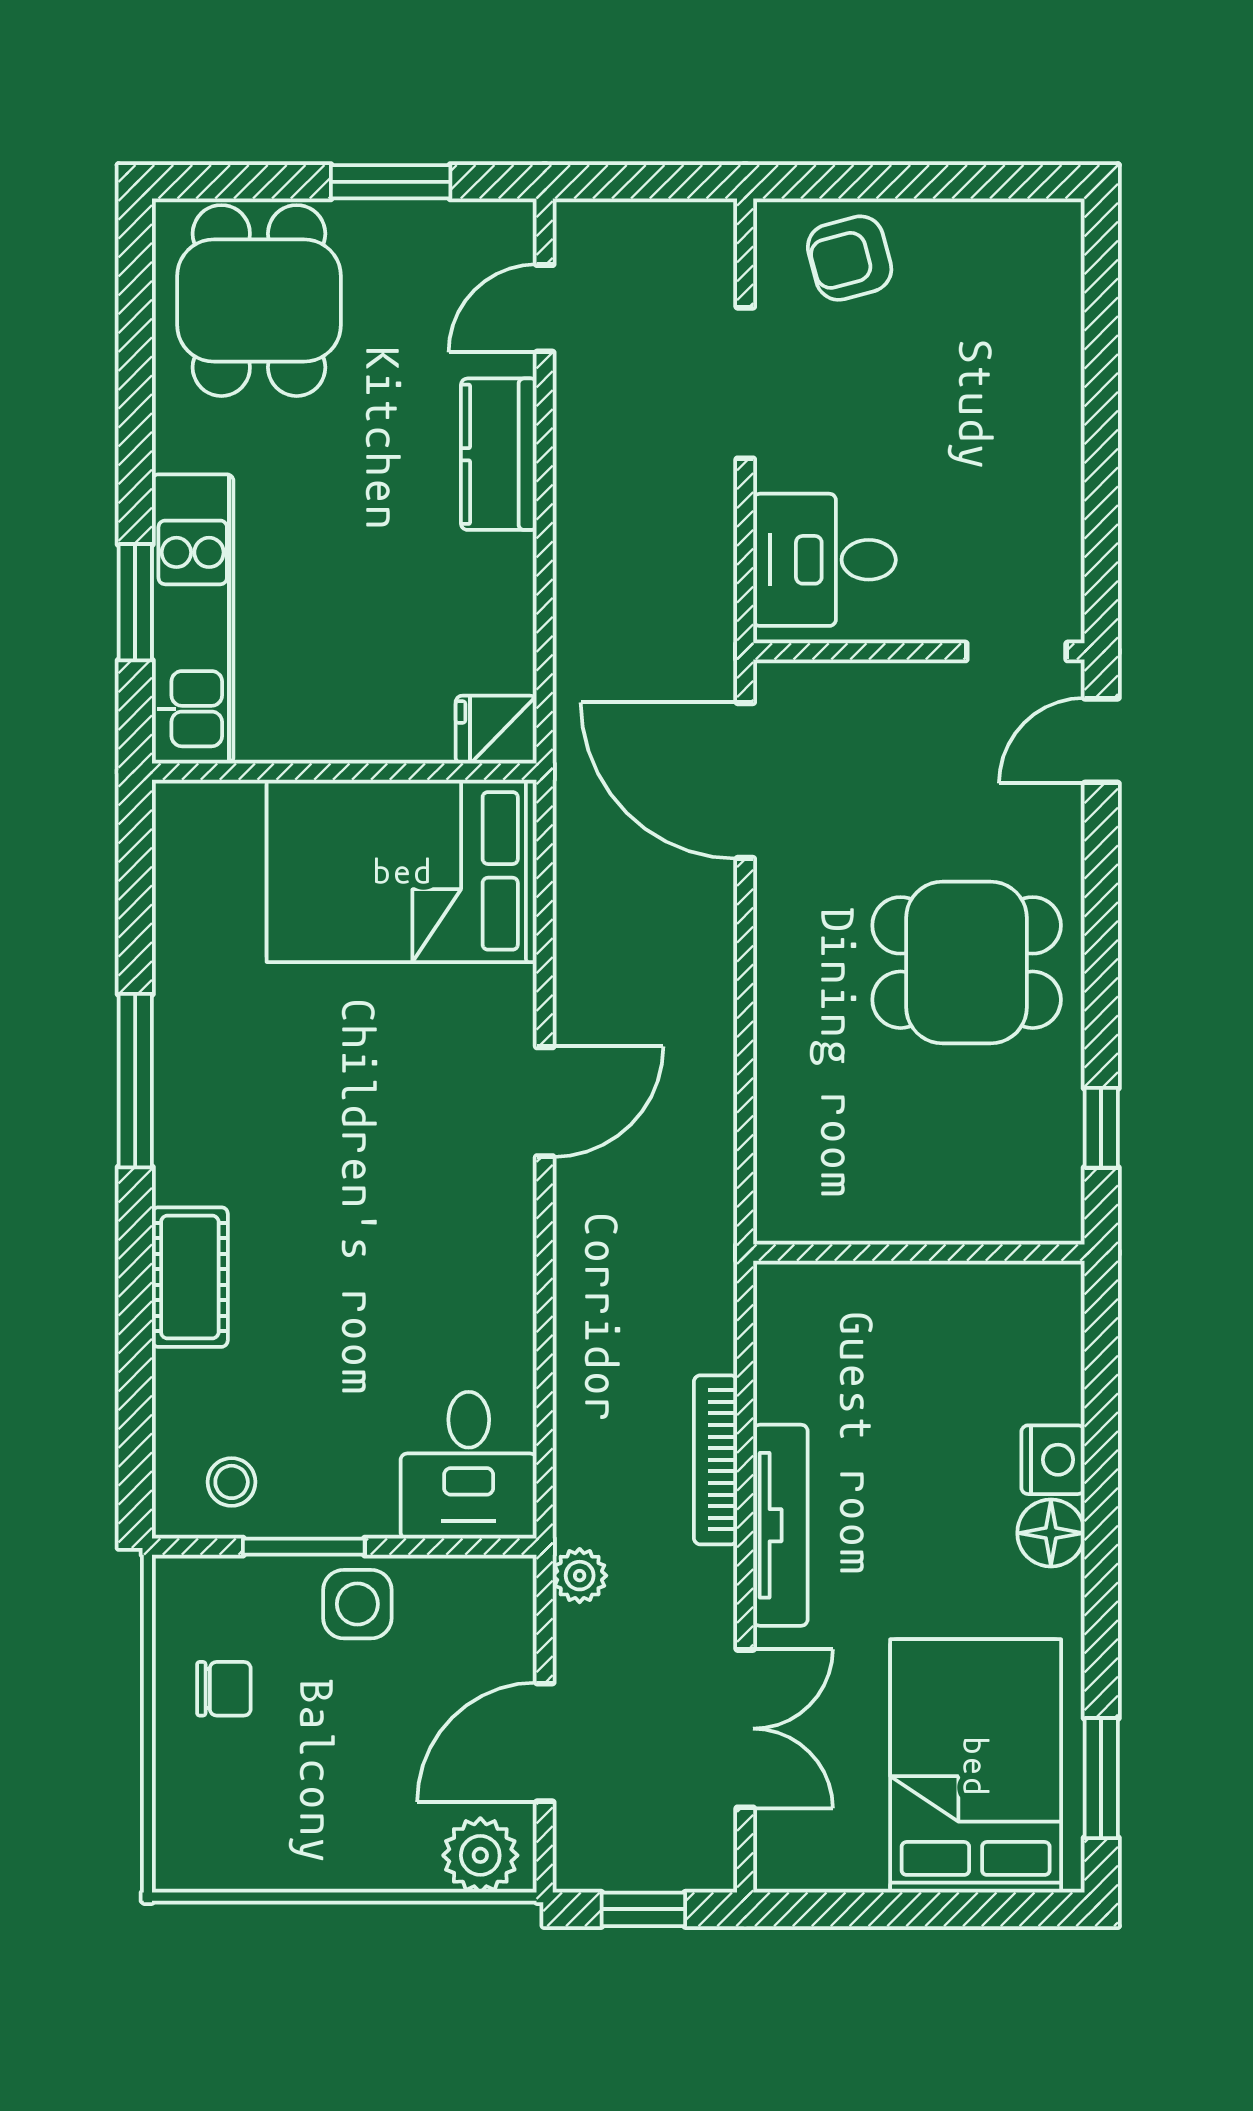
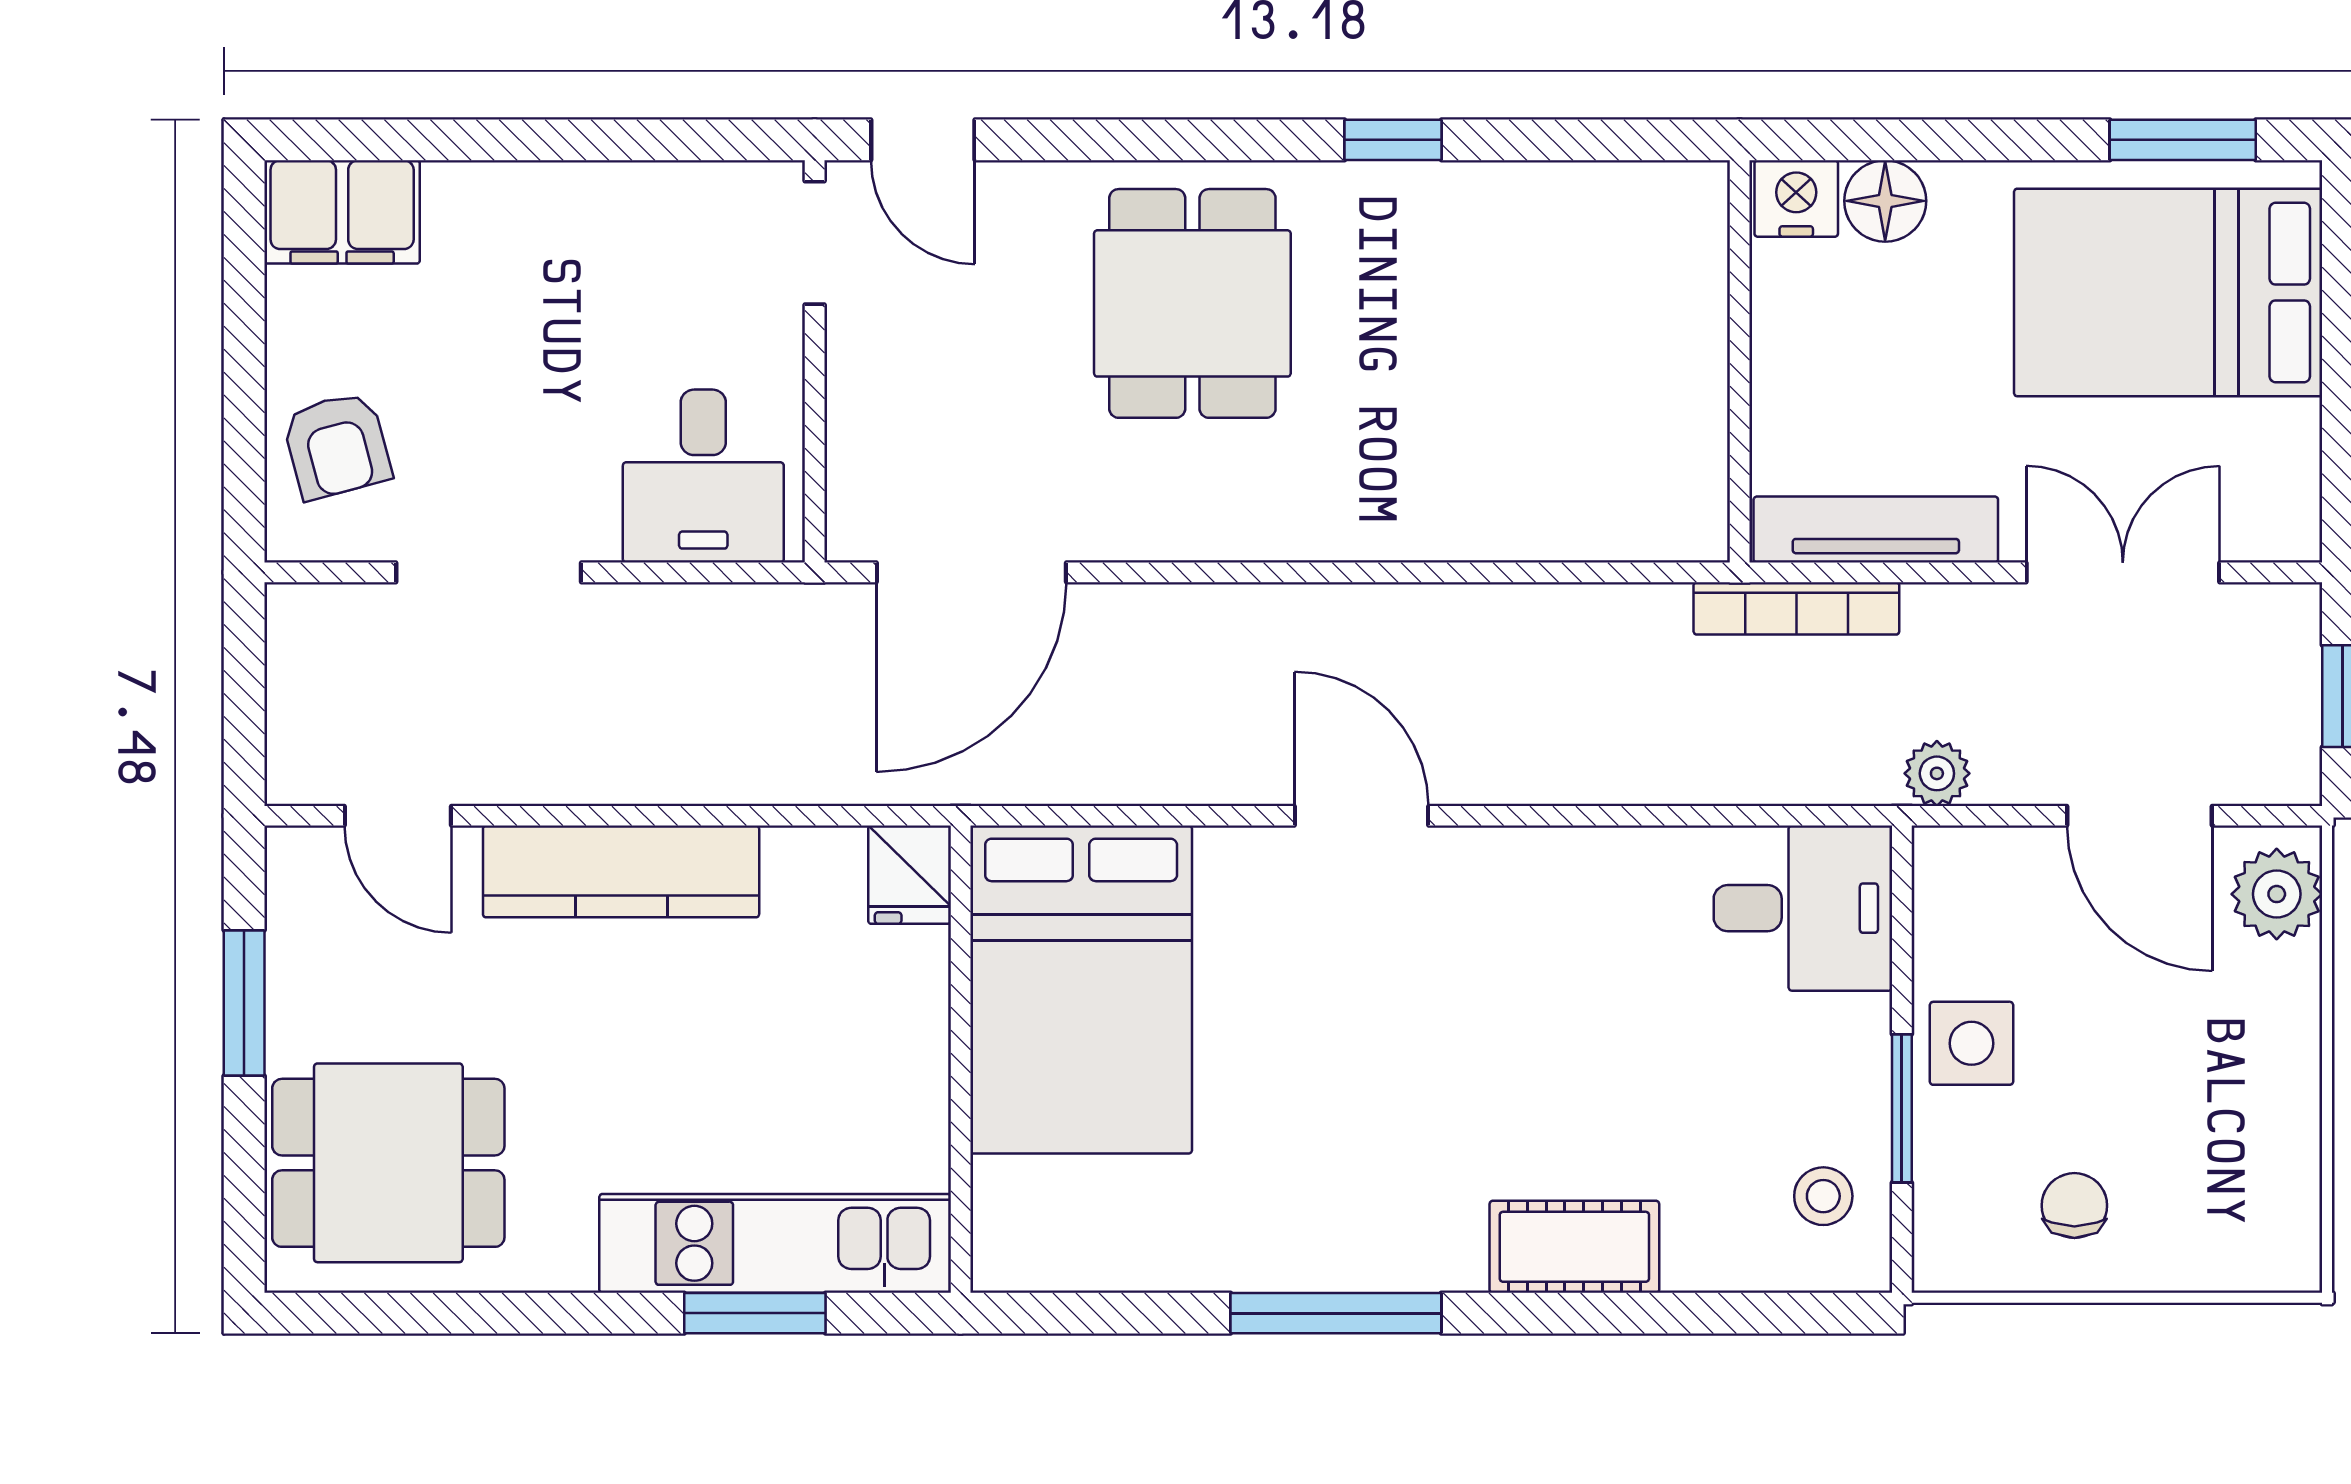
filing cabinet: (1042, 262) -> (342, 212), added
kitchen counter: (499, 454) -> (621, 871), width x1.50
wall: (919, 1253) -> (1740, 361), moved

